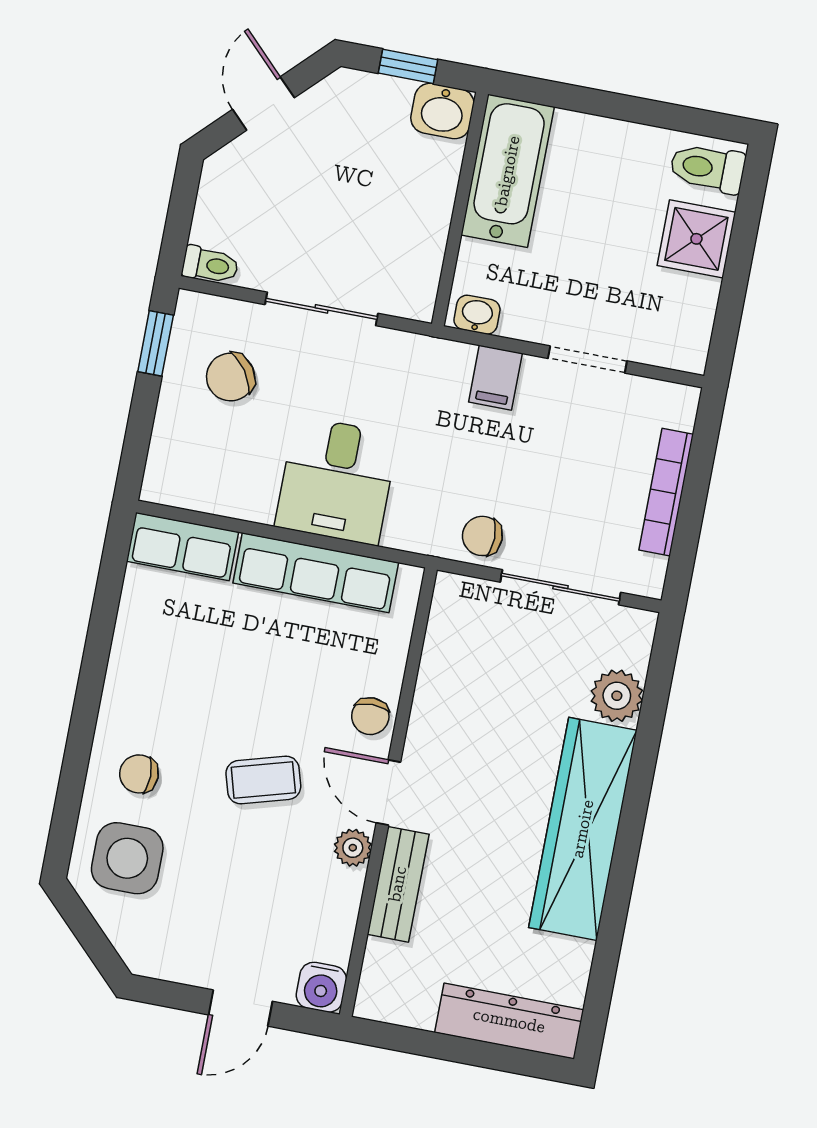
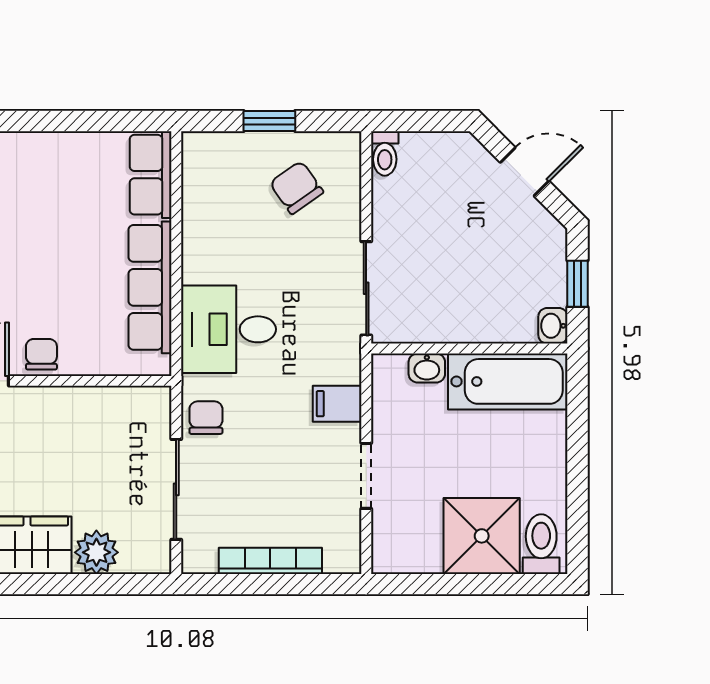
washbasin: (442, 111) -> (553, 326), width x0.72, depth x0.69
shower: (696, 239) -> (482, 536), width x1.36, depth x1.36
sliding door: (322, 309) -> (366, 288), moved
washbasin: (477, 315) -> (427, 368), moved, turned 90
window: (156, 343) -> (269, 121), moved
desk: (337, 481) -> (228, 329), moved
chair: (370, 716) -> (41, 354), turned 90

